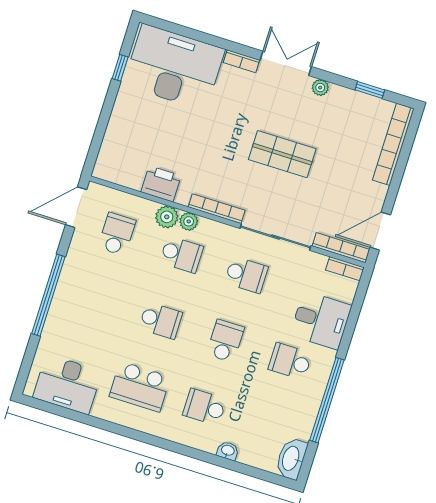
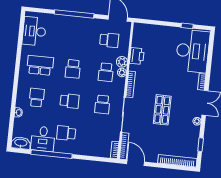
desk: (321, 320) -> (43, 139), moved
school desk: (290, 361) -> (66, 133), turned -90
school desk: (140, 387) -> (40, 65), turned 90

